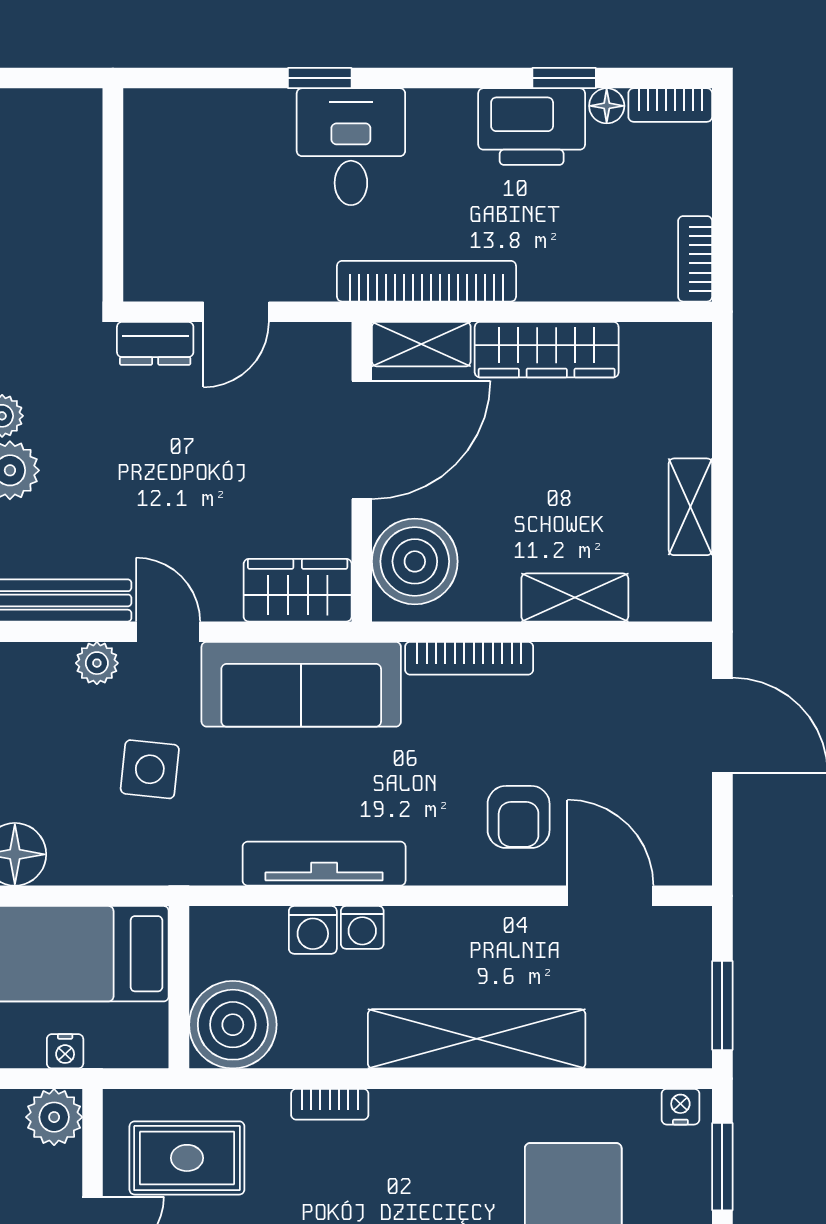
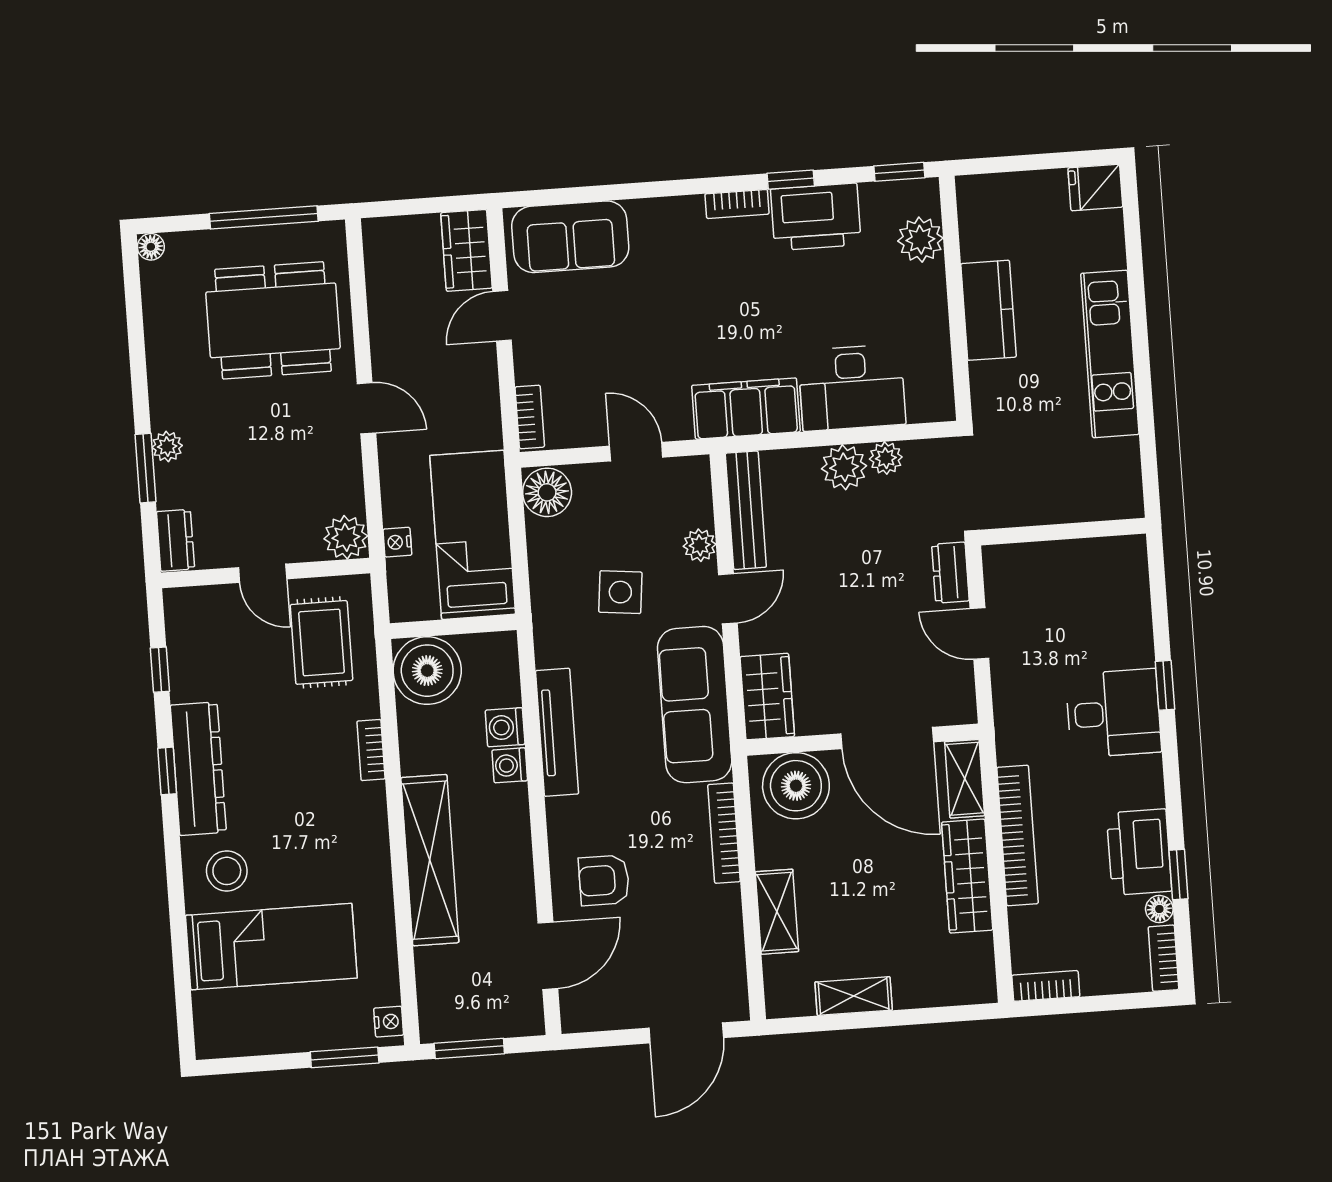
bookcase: (426, 281) -> (1018, 835), moved

